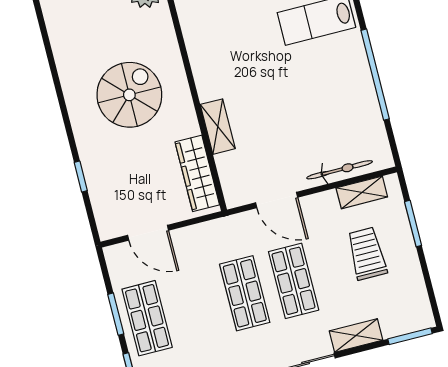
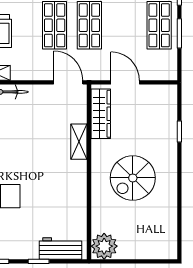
door: (277, 200) -> (68, 82), moved
door: (148, 233) -> (125, 82), moved

